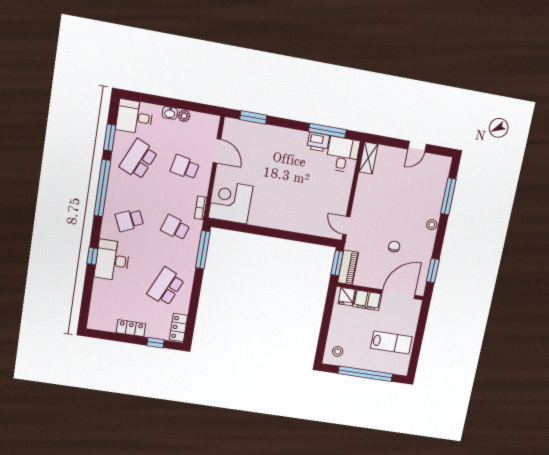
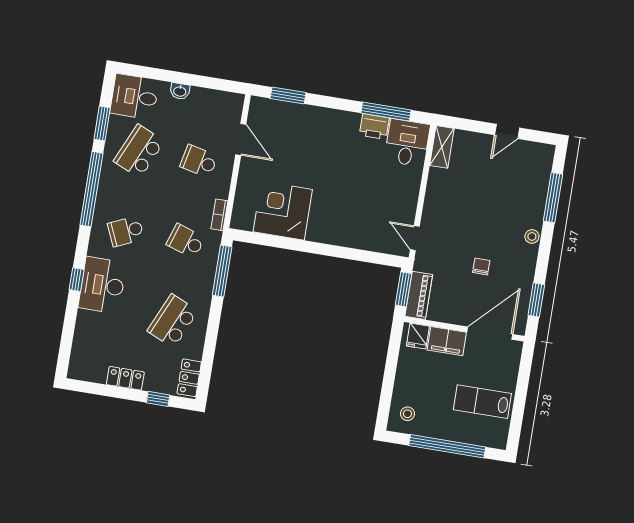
plant: (184, 116) -> (198, 95), removed
corner desk: (231, 202) -> (283, 211), moved
lab bench: (391, 343) -> (482, 402), turned 180

